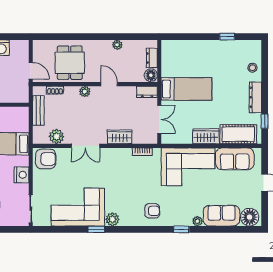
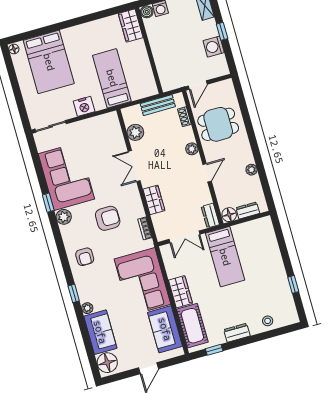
dresser: (255, 97) -> (237, 333), width x0.70
armchair: (46, 159) -> (108, 218), moved, turned -90

